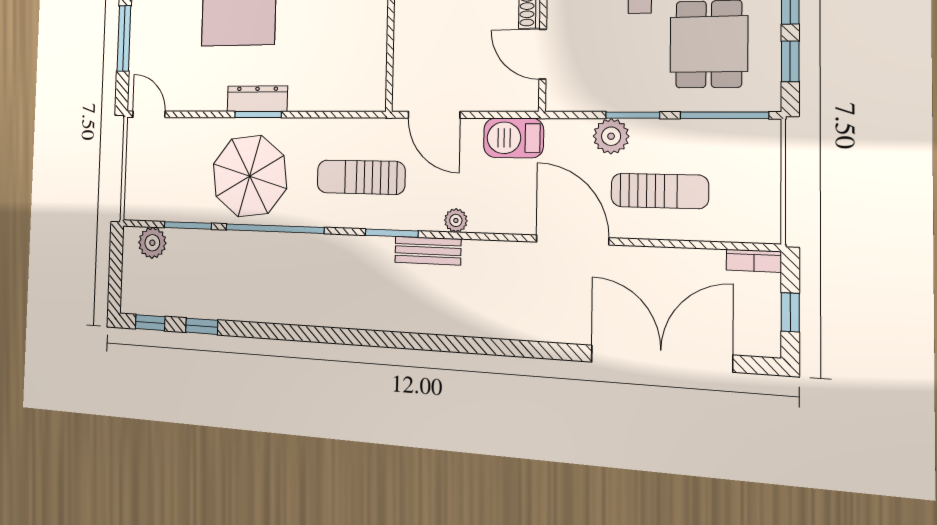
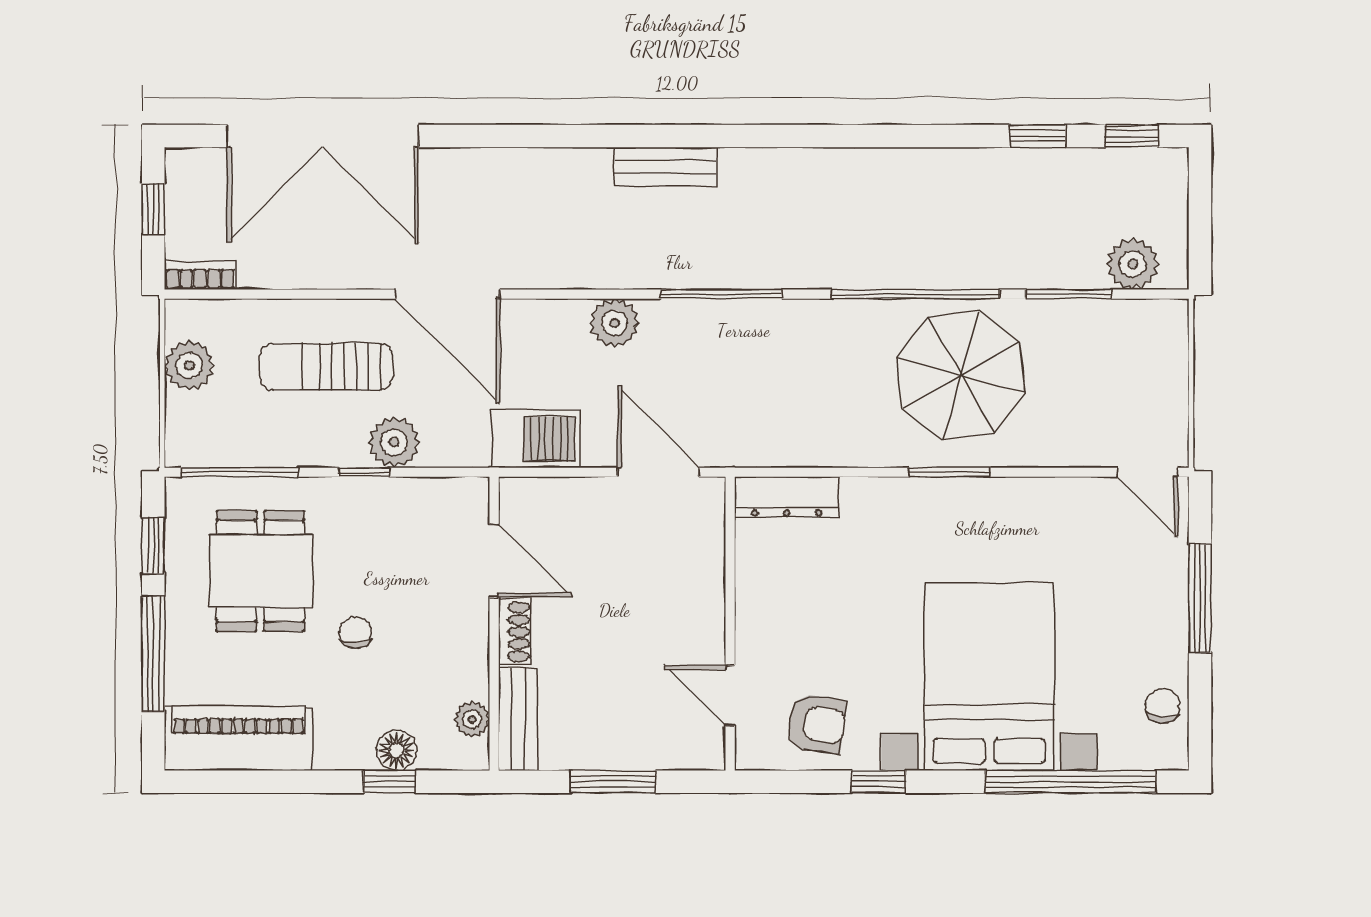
dresser: (257, 99) -> (787, 497), moved
window: (633, 115) -> (364, 472), width x0.67
sun lounger: (361, 177) -> (773, 377), removed
plant: (762, 194) -> (189, 366), added
plant: (456, 220) -> (614, 323), width x1.38, depth x1.38
window: (392, 233) -> (721, 294), width x1.44
bench: (428, 251) -> (665, 167), moved

